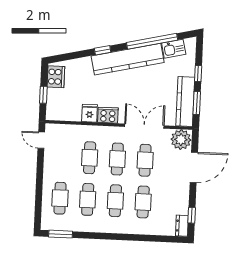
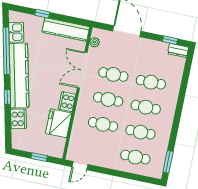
cooker: (56, 77) -> (19, 119), moved, turned 77
window: (197, 103) -> (69, 19), removed
fridge: (90, 113) -> (59, 123), width x1.88, depth x1.34
plant: (181, 140) -> (95, 42), width x0.53, depth x0.53

